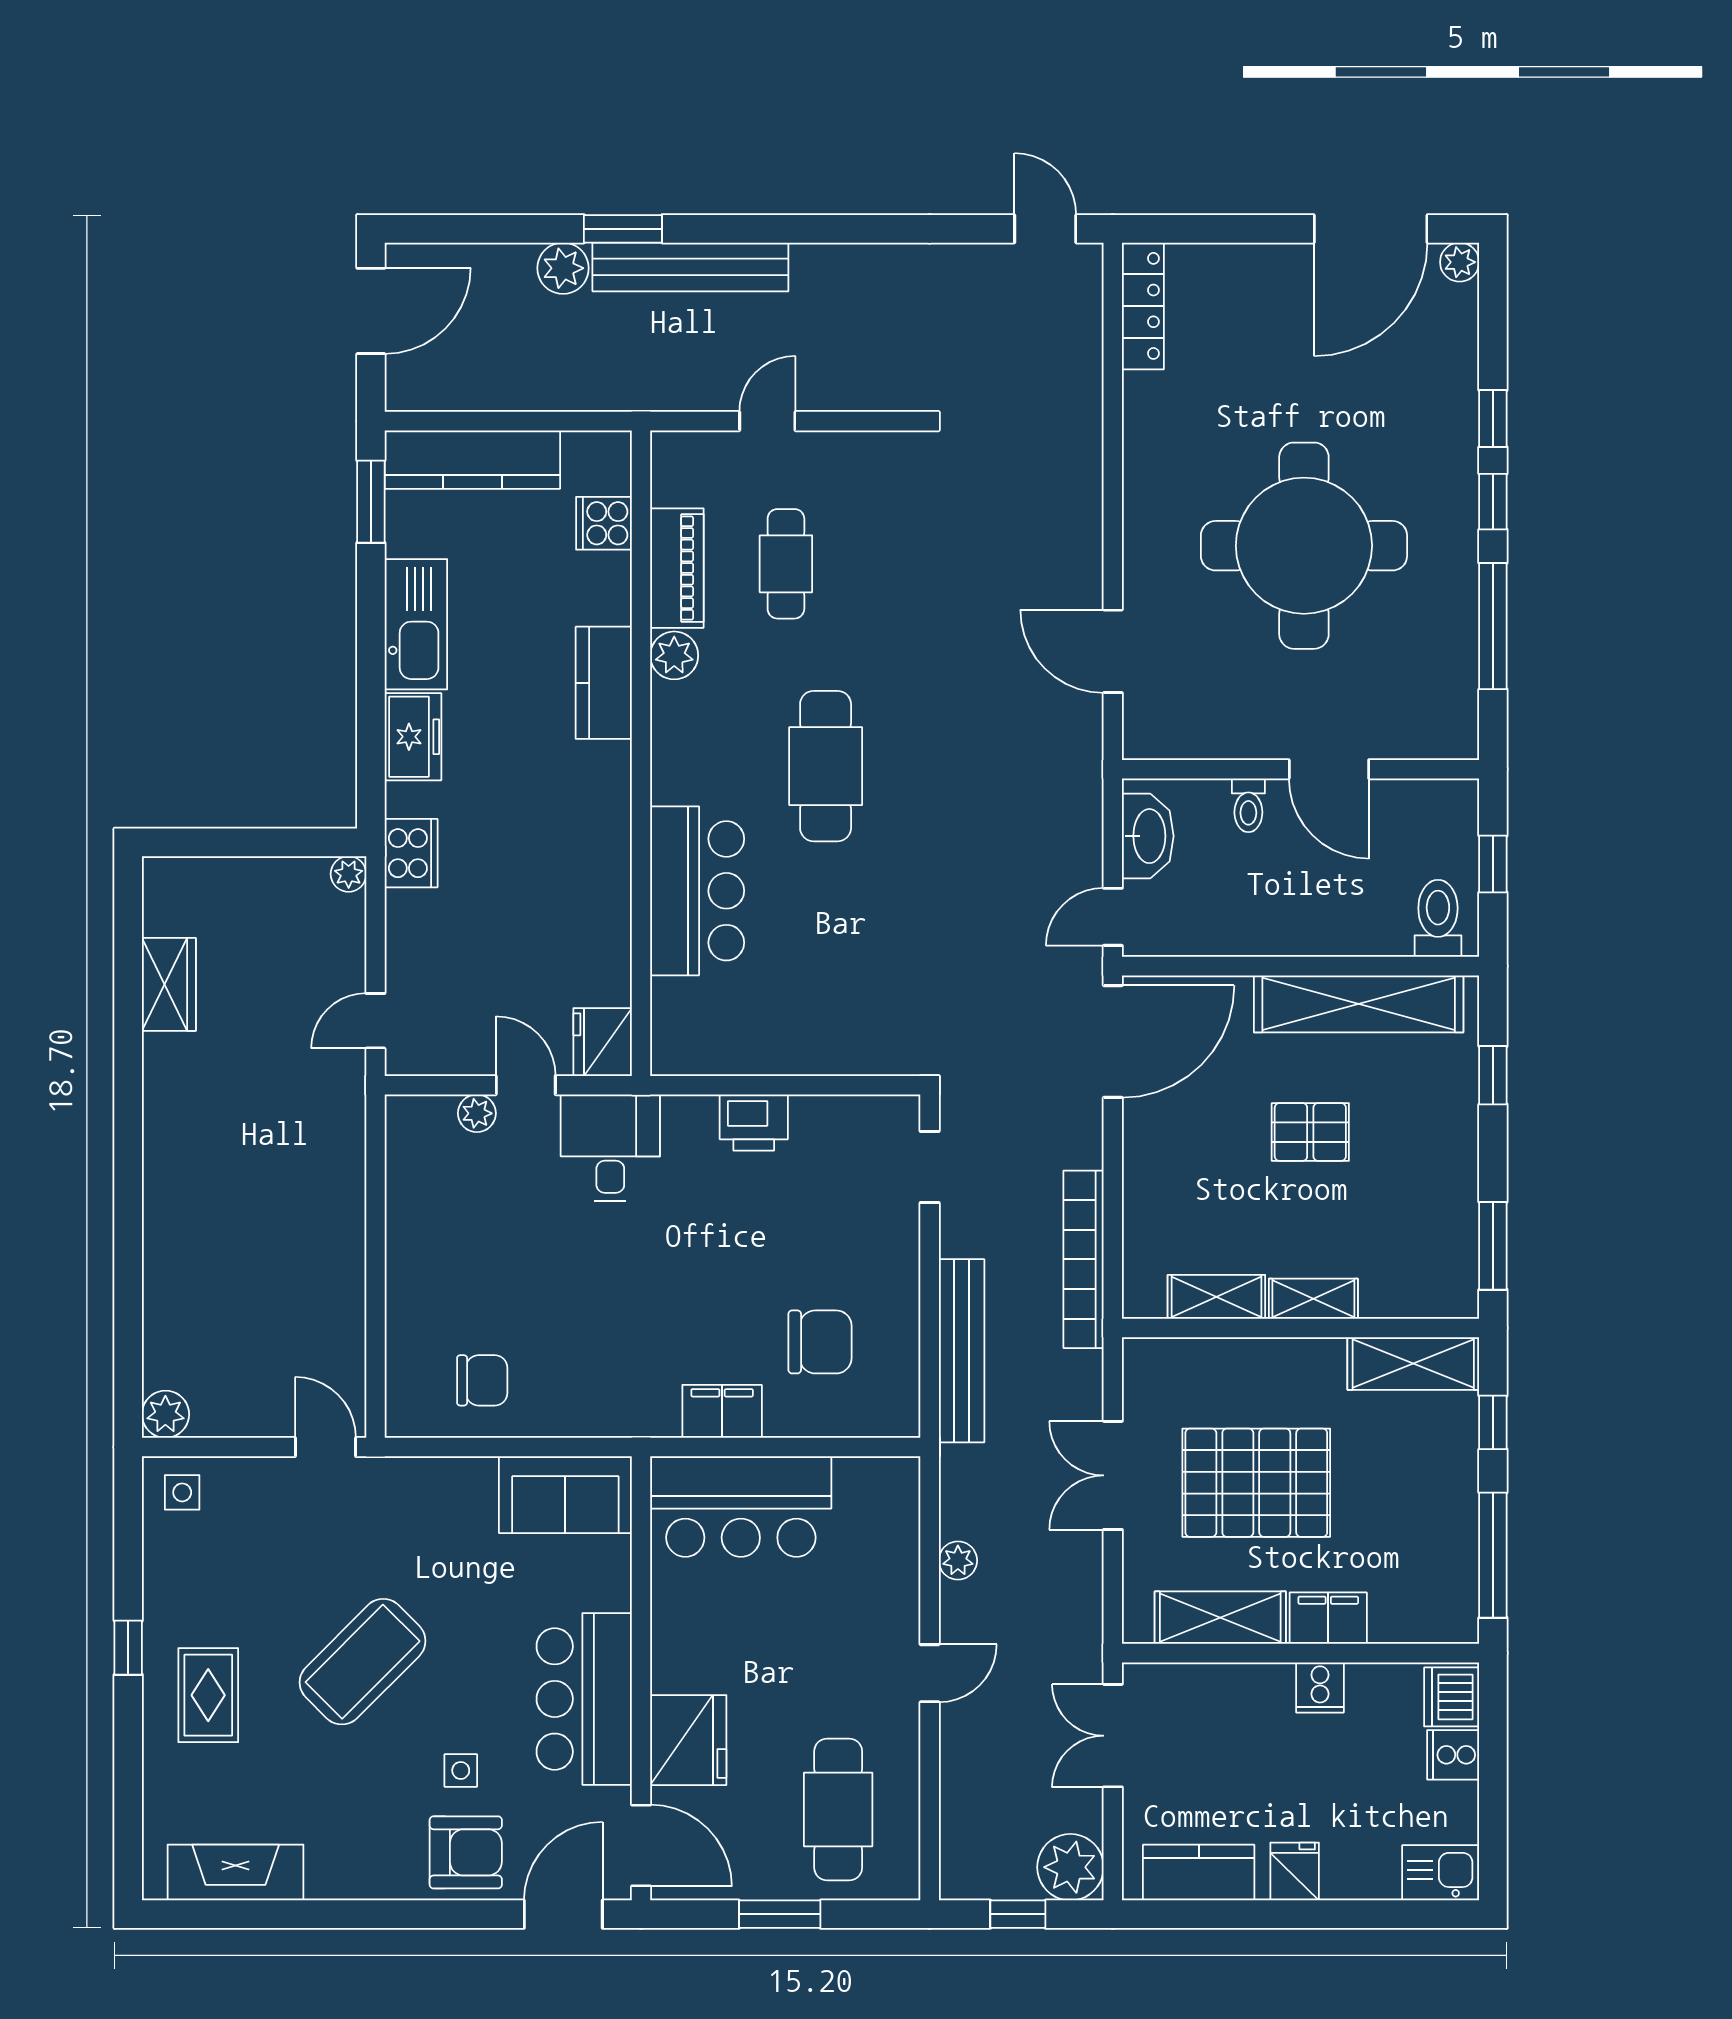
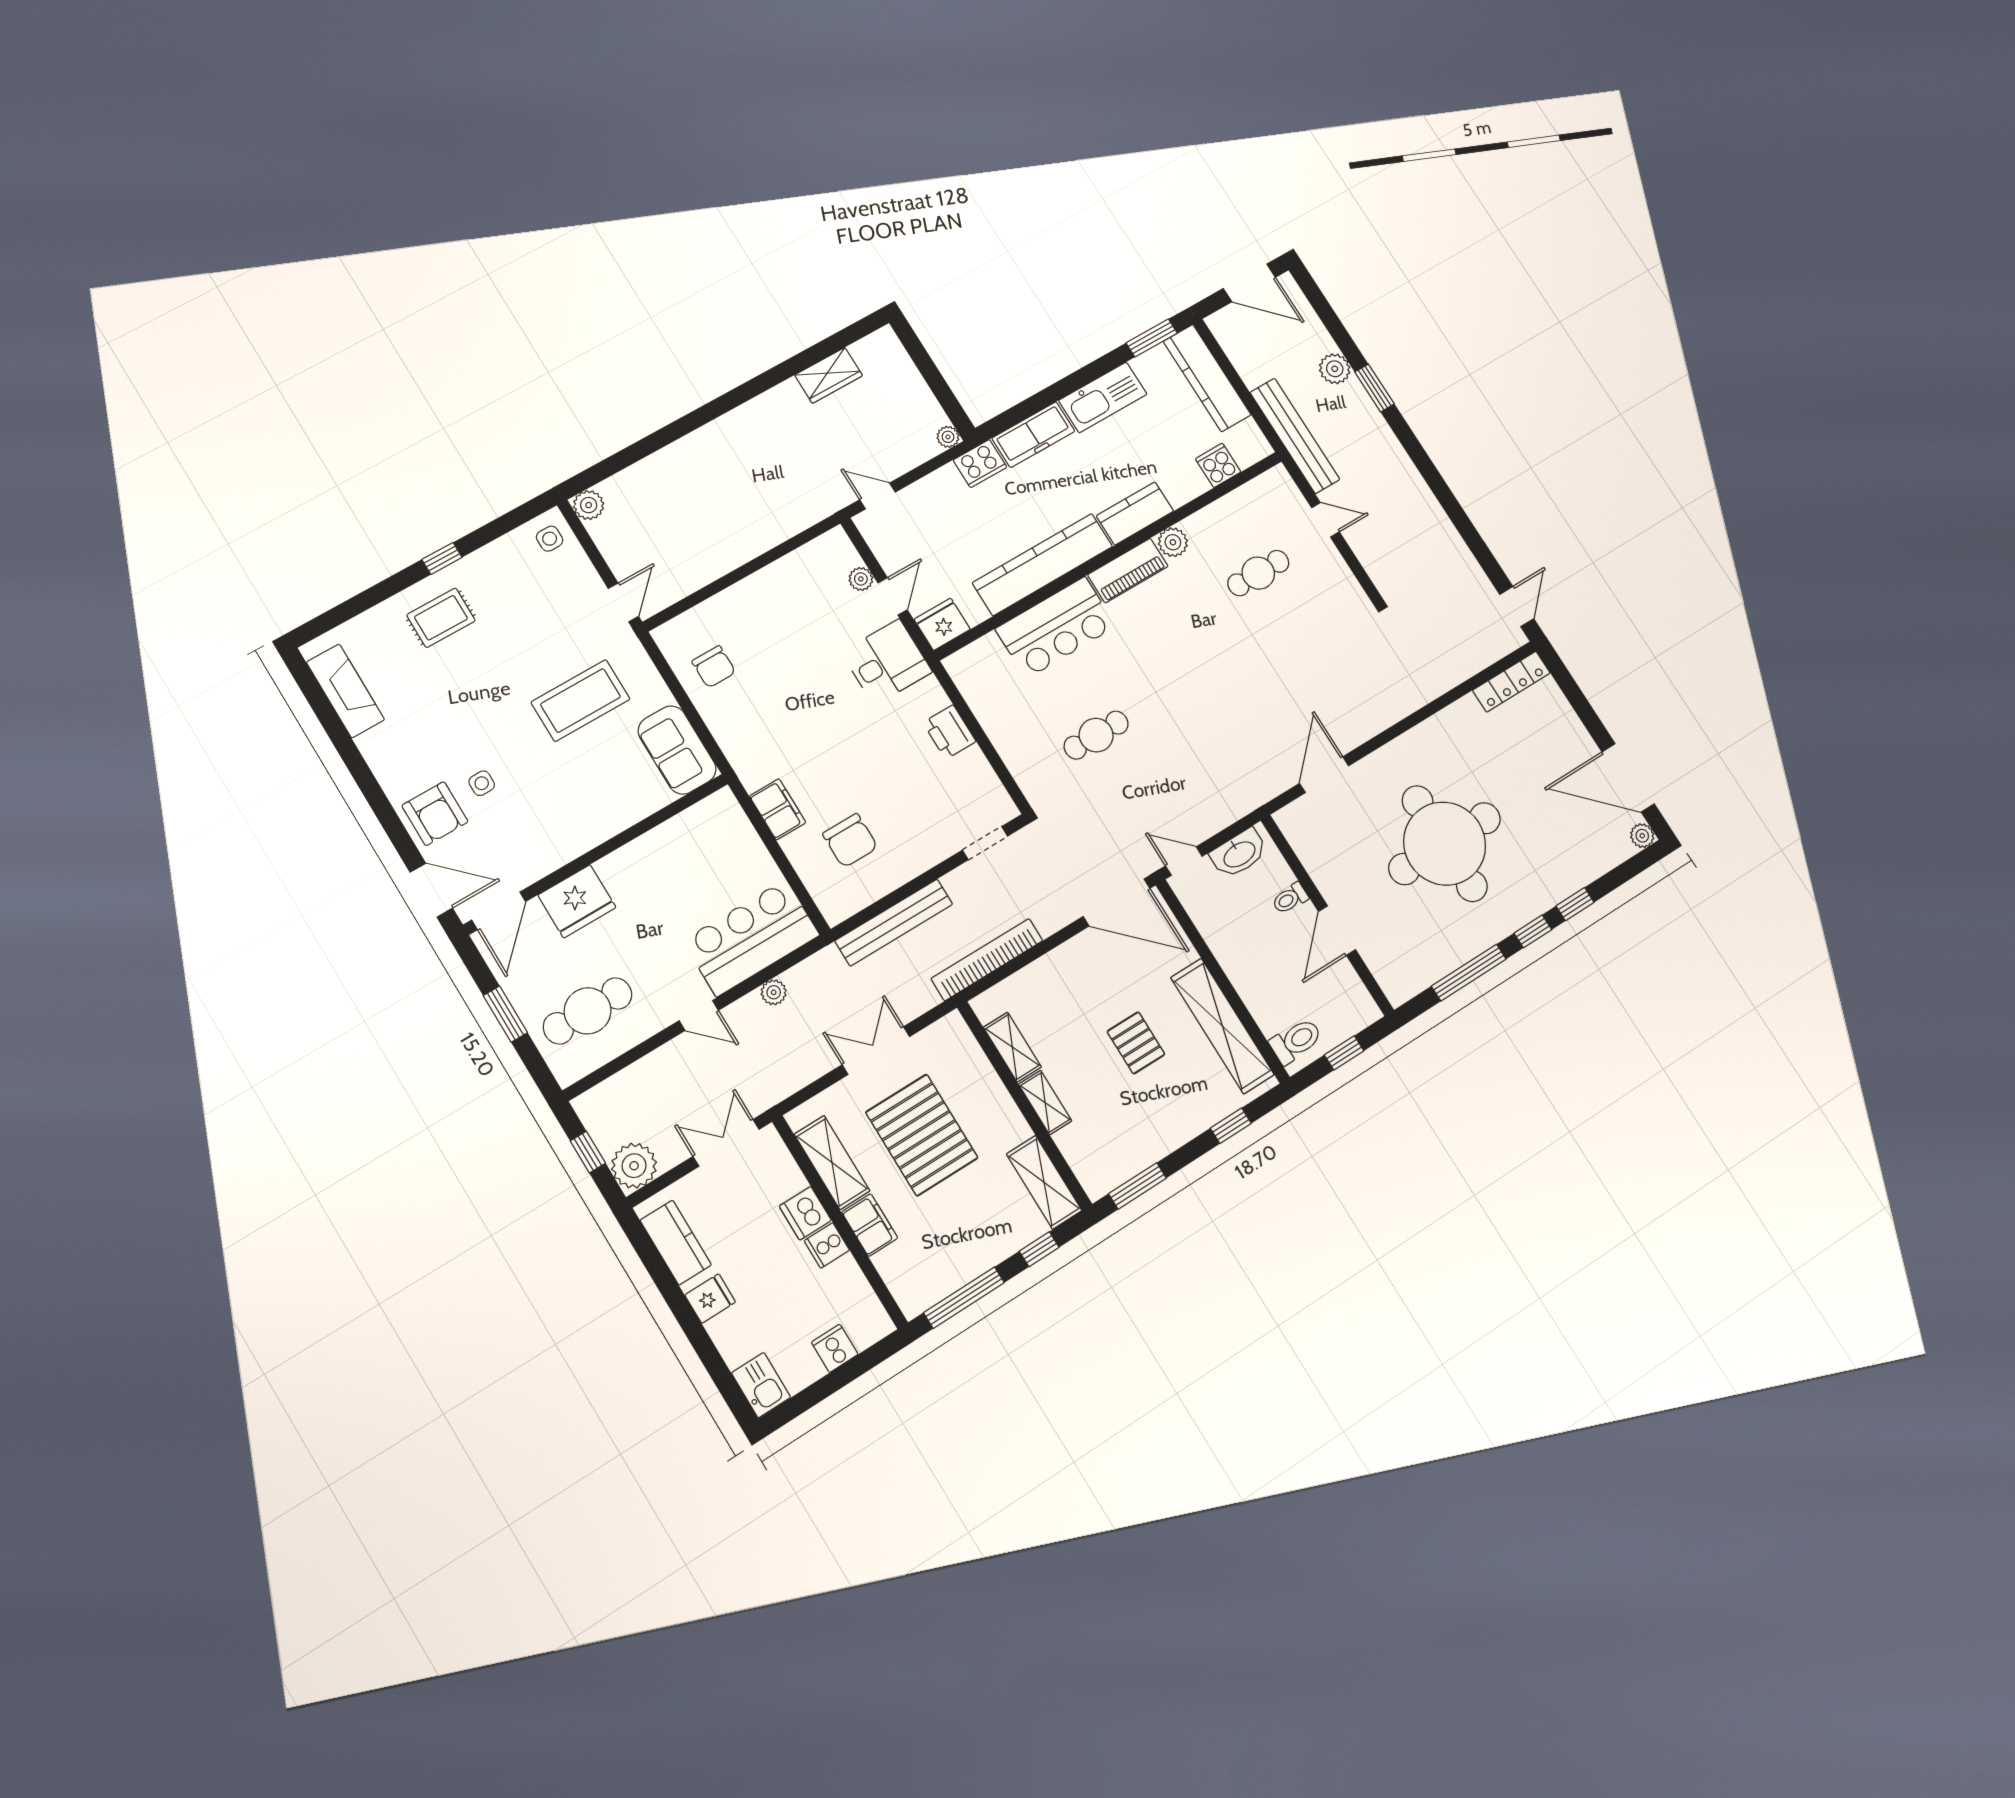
bench: (690, 267) -> (1295, 436), moved
piano: (677, 568) -> (1128, 571), moved
freezer: (413, 737) -> (1033, 435), width x1.40
cafe table: (826, 766) -> (1096, 735), moved, width x0.73, depth x0.74
kitchen counter: (601, 855) -> (1043, 565), added
bar counter: (741, 1507) -> (751, 938), moved, turned 90
coffee table: (363, 1662) -> (580, 701), moved, turned -45
dishwasher: (1452, 1697) -> (805, 1213), moved, turned -90
bar counter: (584, 1699) -> (565, 829), removed

